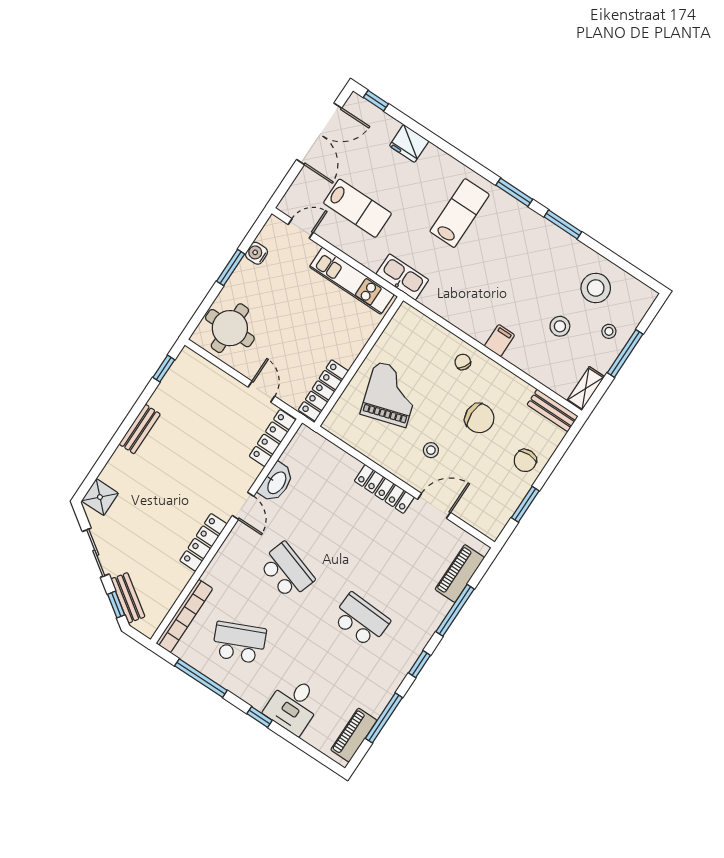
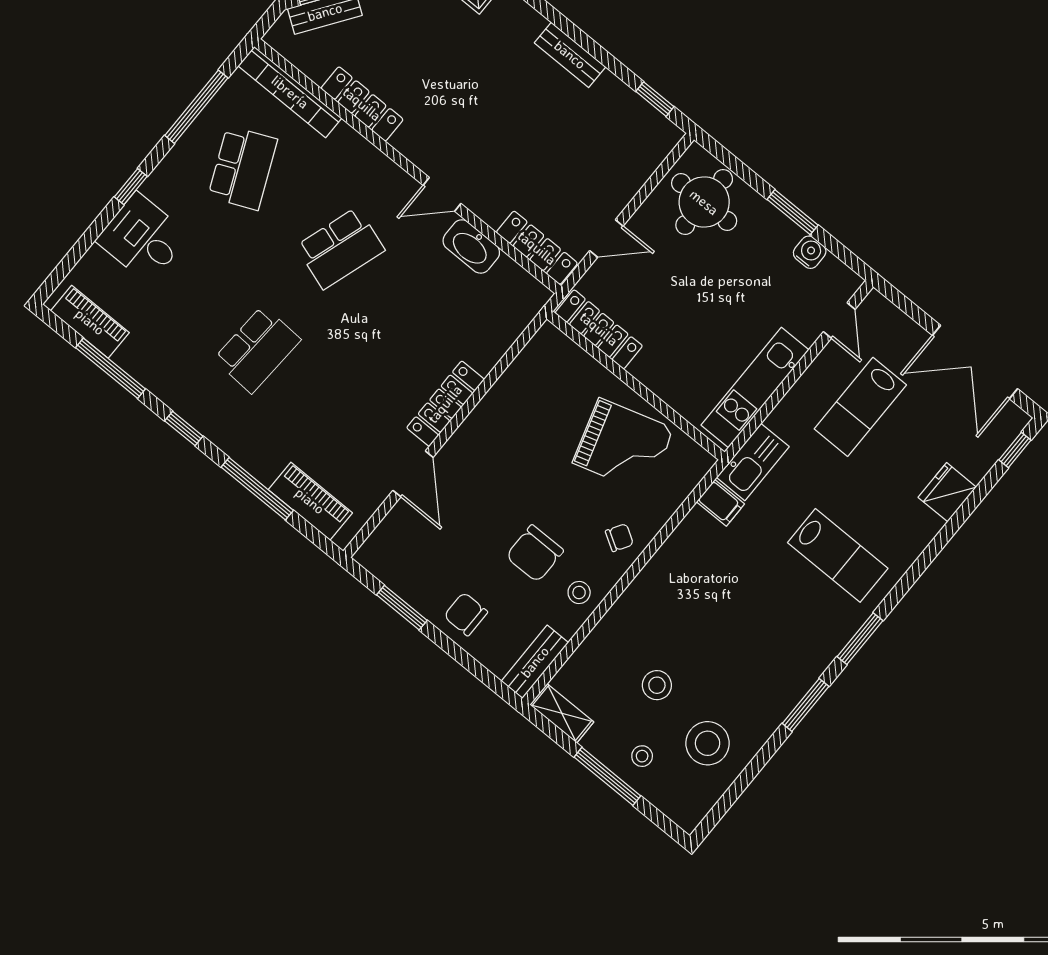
filing cabinet: (499, 341) -> (720, 503), moved
grand piano: (391, 394) -> (623, 446), moved
stool: (431, 450) -> (579, 593), moved
locker: (203, 542) -> (362, 104), moved

